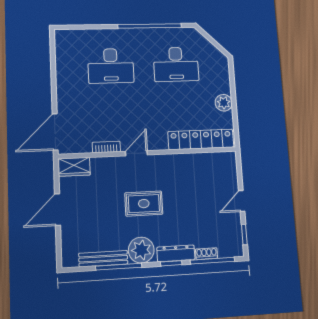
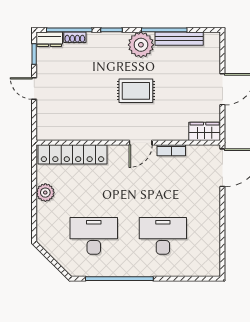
door: (242, 201) -> (34, 88), swing flipped
dresser: (176, 253) -> (49, 39), moved, width x0.70

